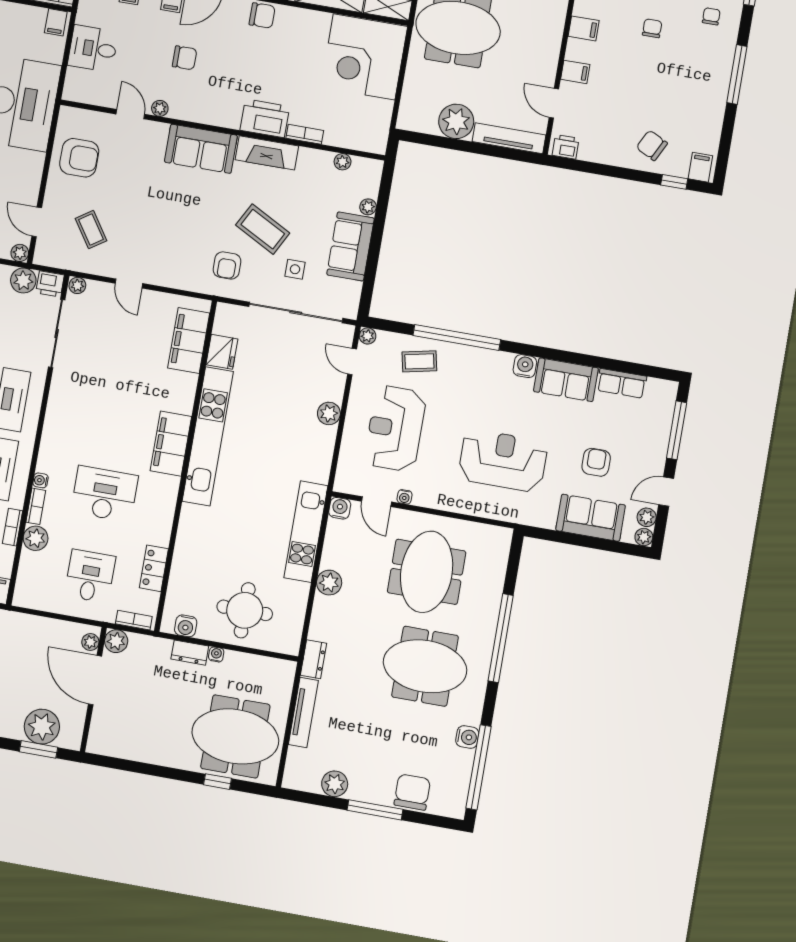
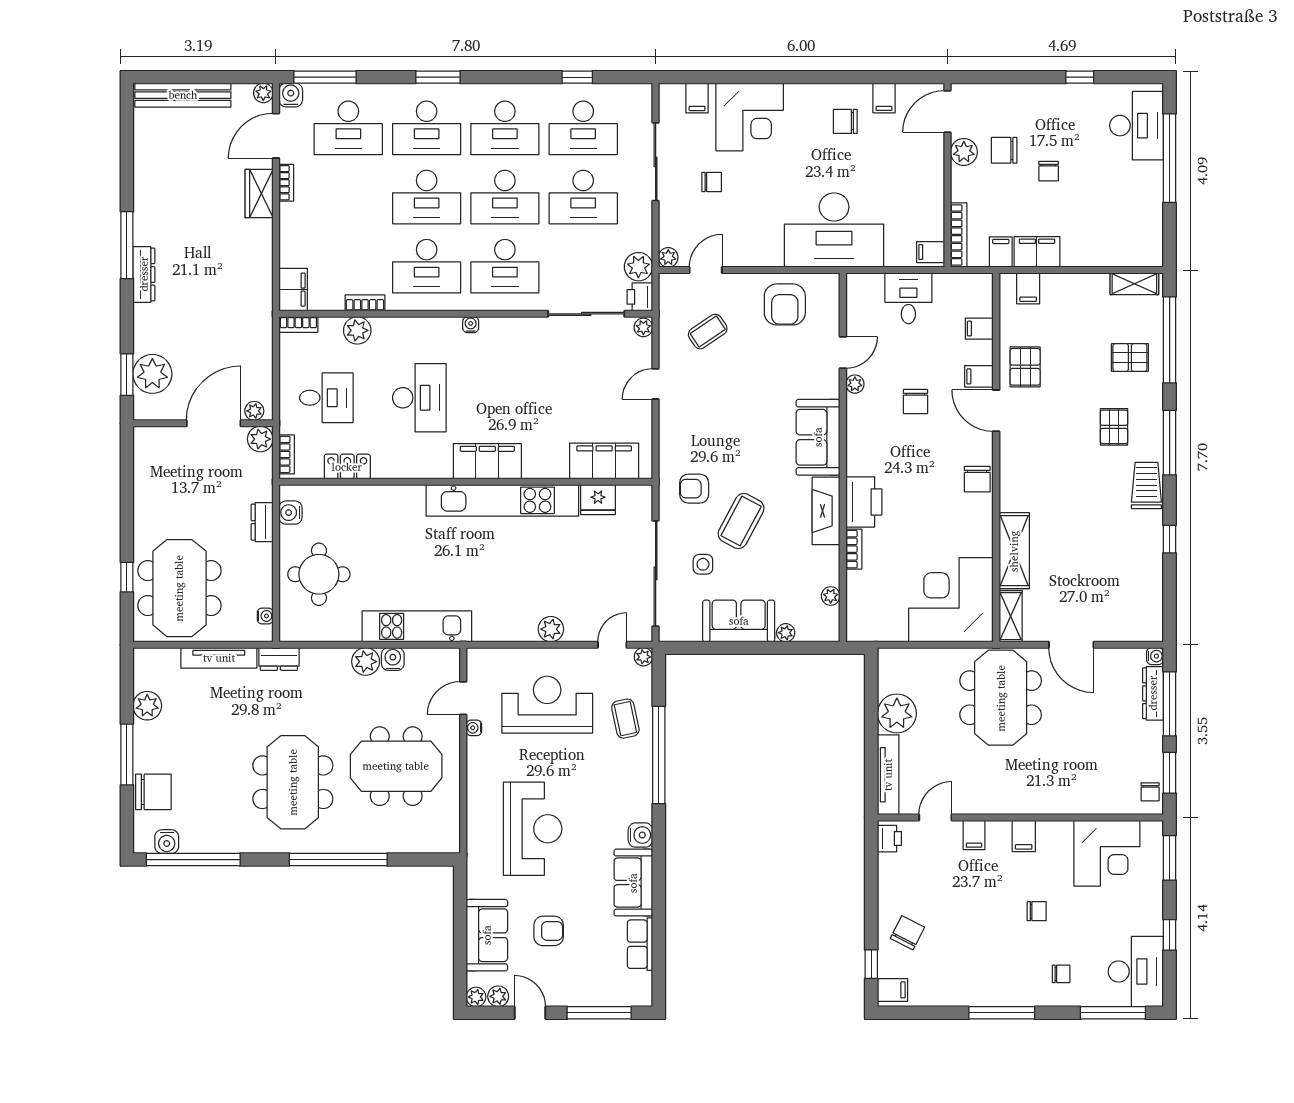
water cooler: (41, 480) -> (471, 325), moved
bookcase: (36, 506) -> (298, 325), moved
water cooler: (340, 508) -> (393, 659), moved, turned -90
water cooler: (216, 654) -> (265, 616), moved
water cooler: (467, 737) -> (167, 842), moved

